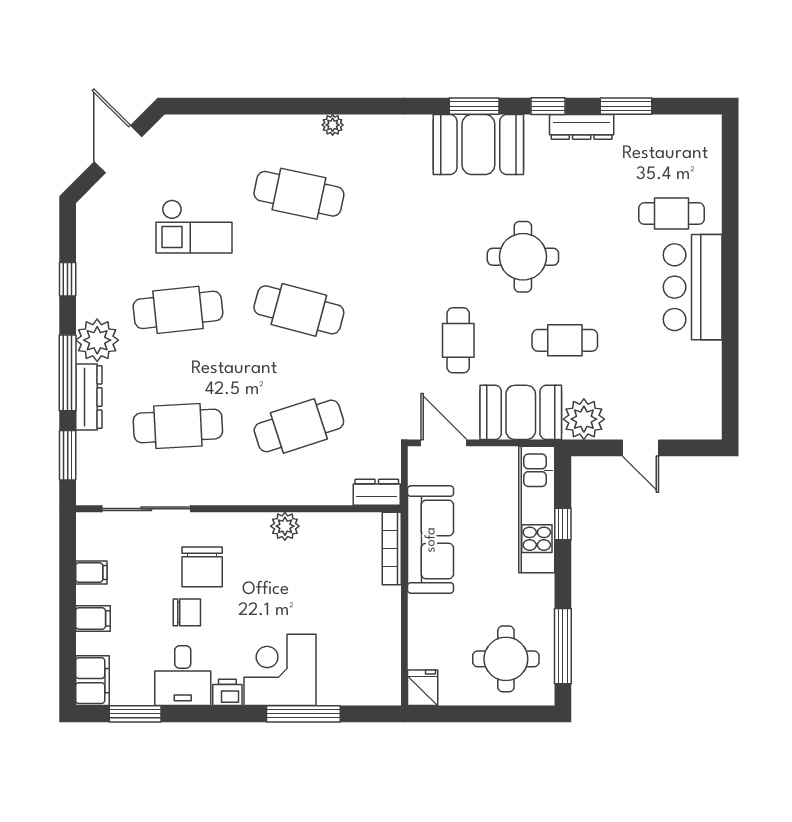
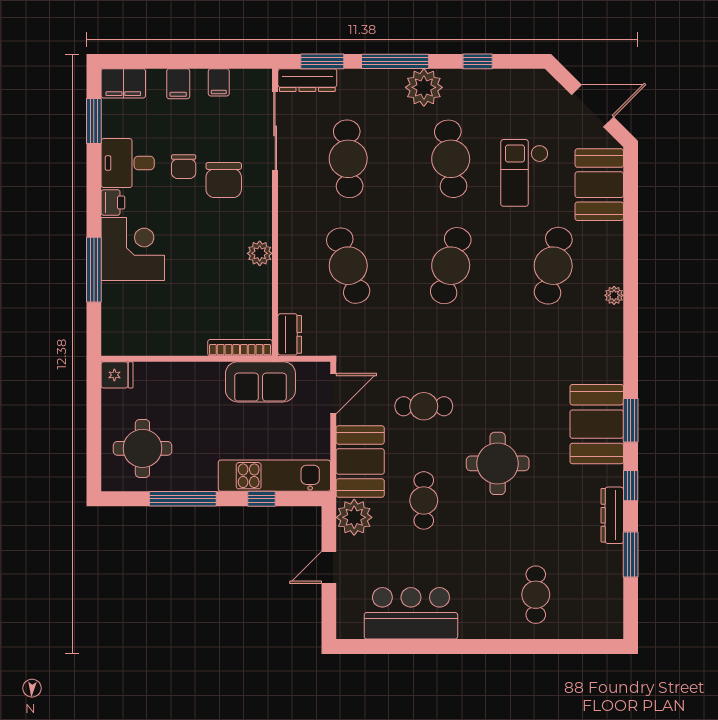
booth: (207, 142) -> (599, 185), added
bar counter: (693, 287) -> (411, 613), moved
dresser: (89, 397) -> (307, 80), moved
sofa: (431, 540) -> (260, 382), width x0.73
chair: (202, 567) -> (224, 180), turned -90
window: (563, 646) -> (183, 499), moved

